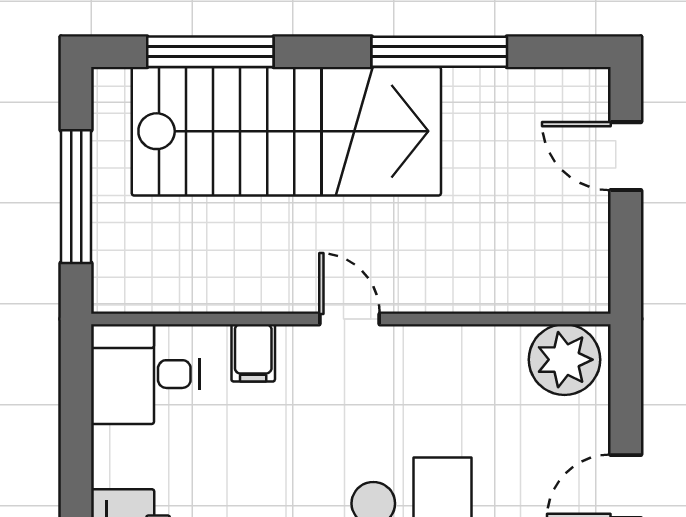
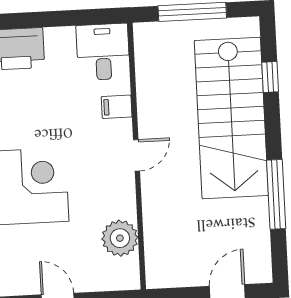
window: (210, 52) -> (270, 77), width x0.46
plant: (564, 360) -> (120, 238), moved

